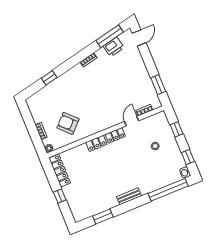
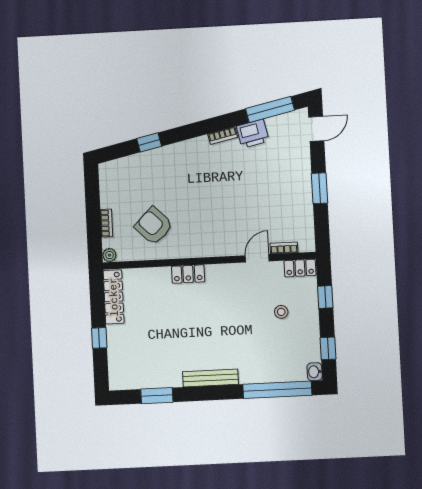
printer: (114, 47) -> (253, 134), moved
window: (158, 85) -> (319, 188), moved
locker: (115, 135) -> (300, 268), moved
bench: (129, 196) -> (210, 378), width x1.36

